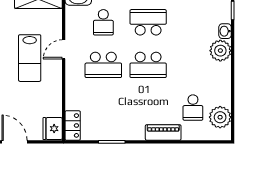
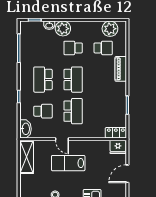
lab bench: (30, 58) -> (68, 163), turned 180
school desk: (193, 65) -> (73, 48), added

